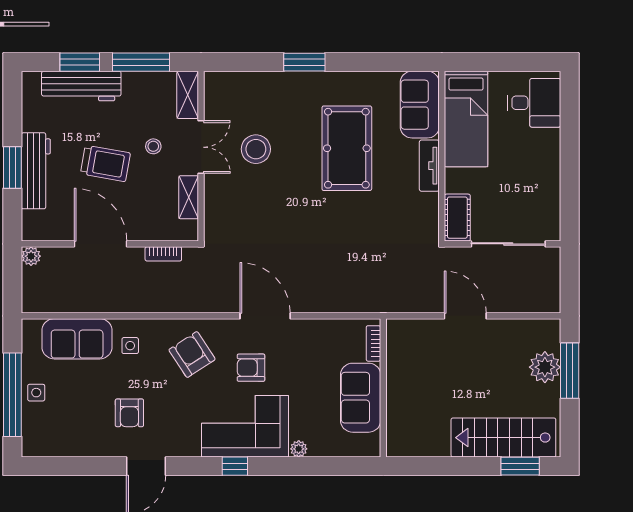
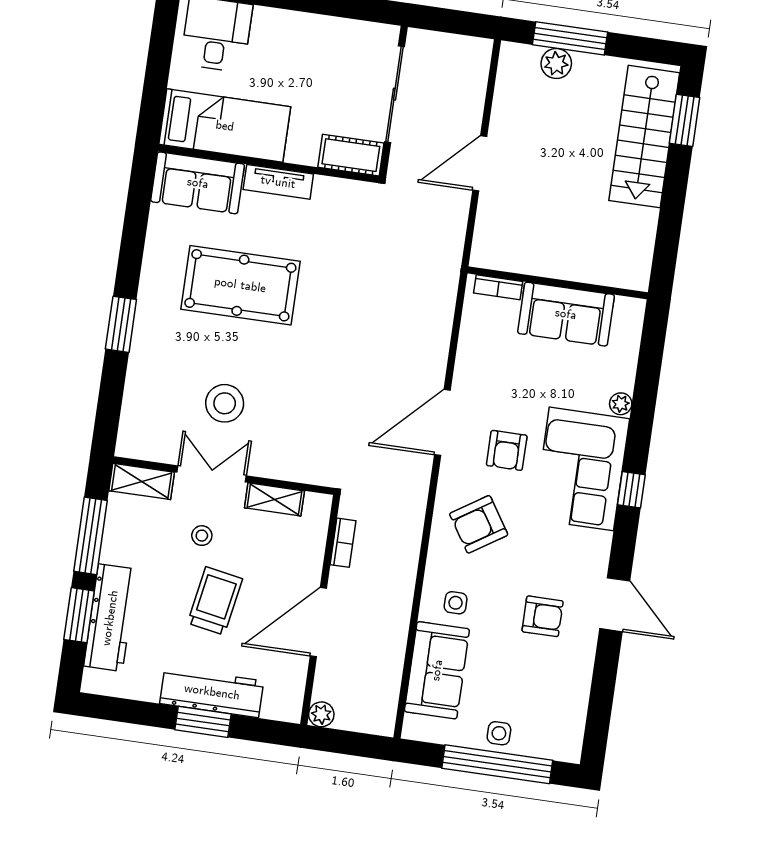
plant: (545, 367) -> (556, 64), width x0.73, depth x0.73

